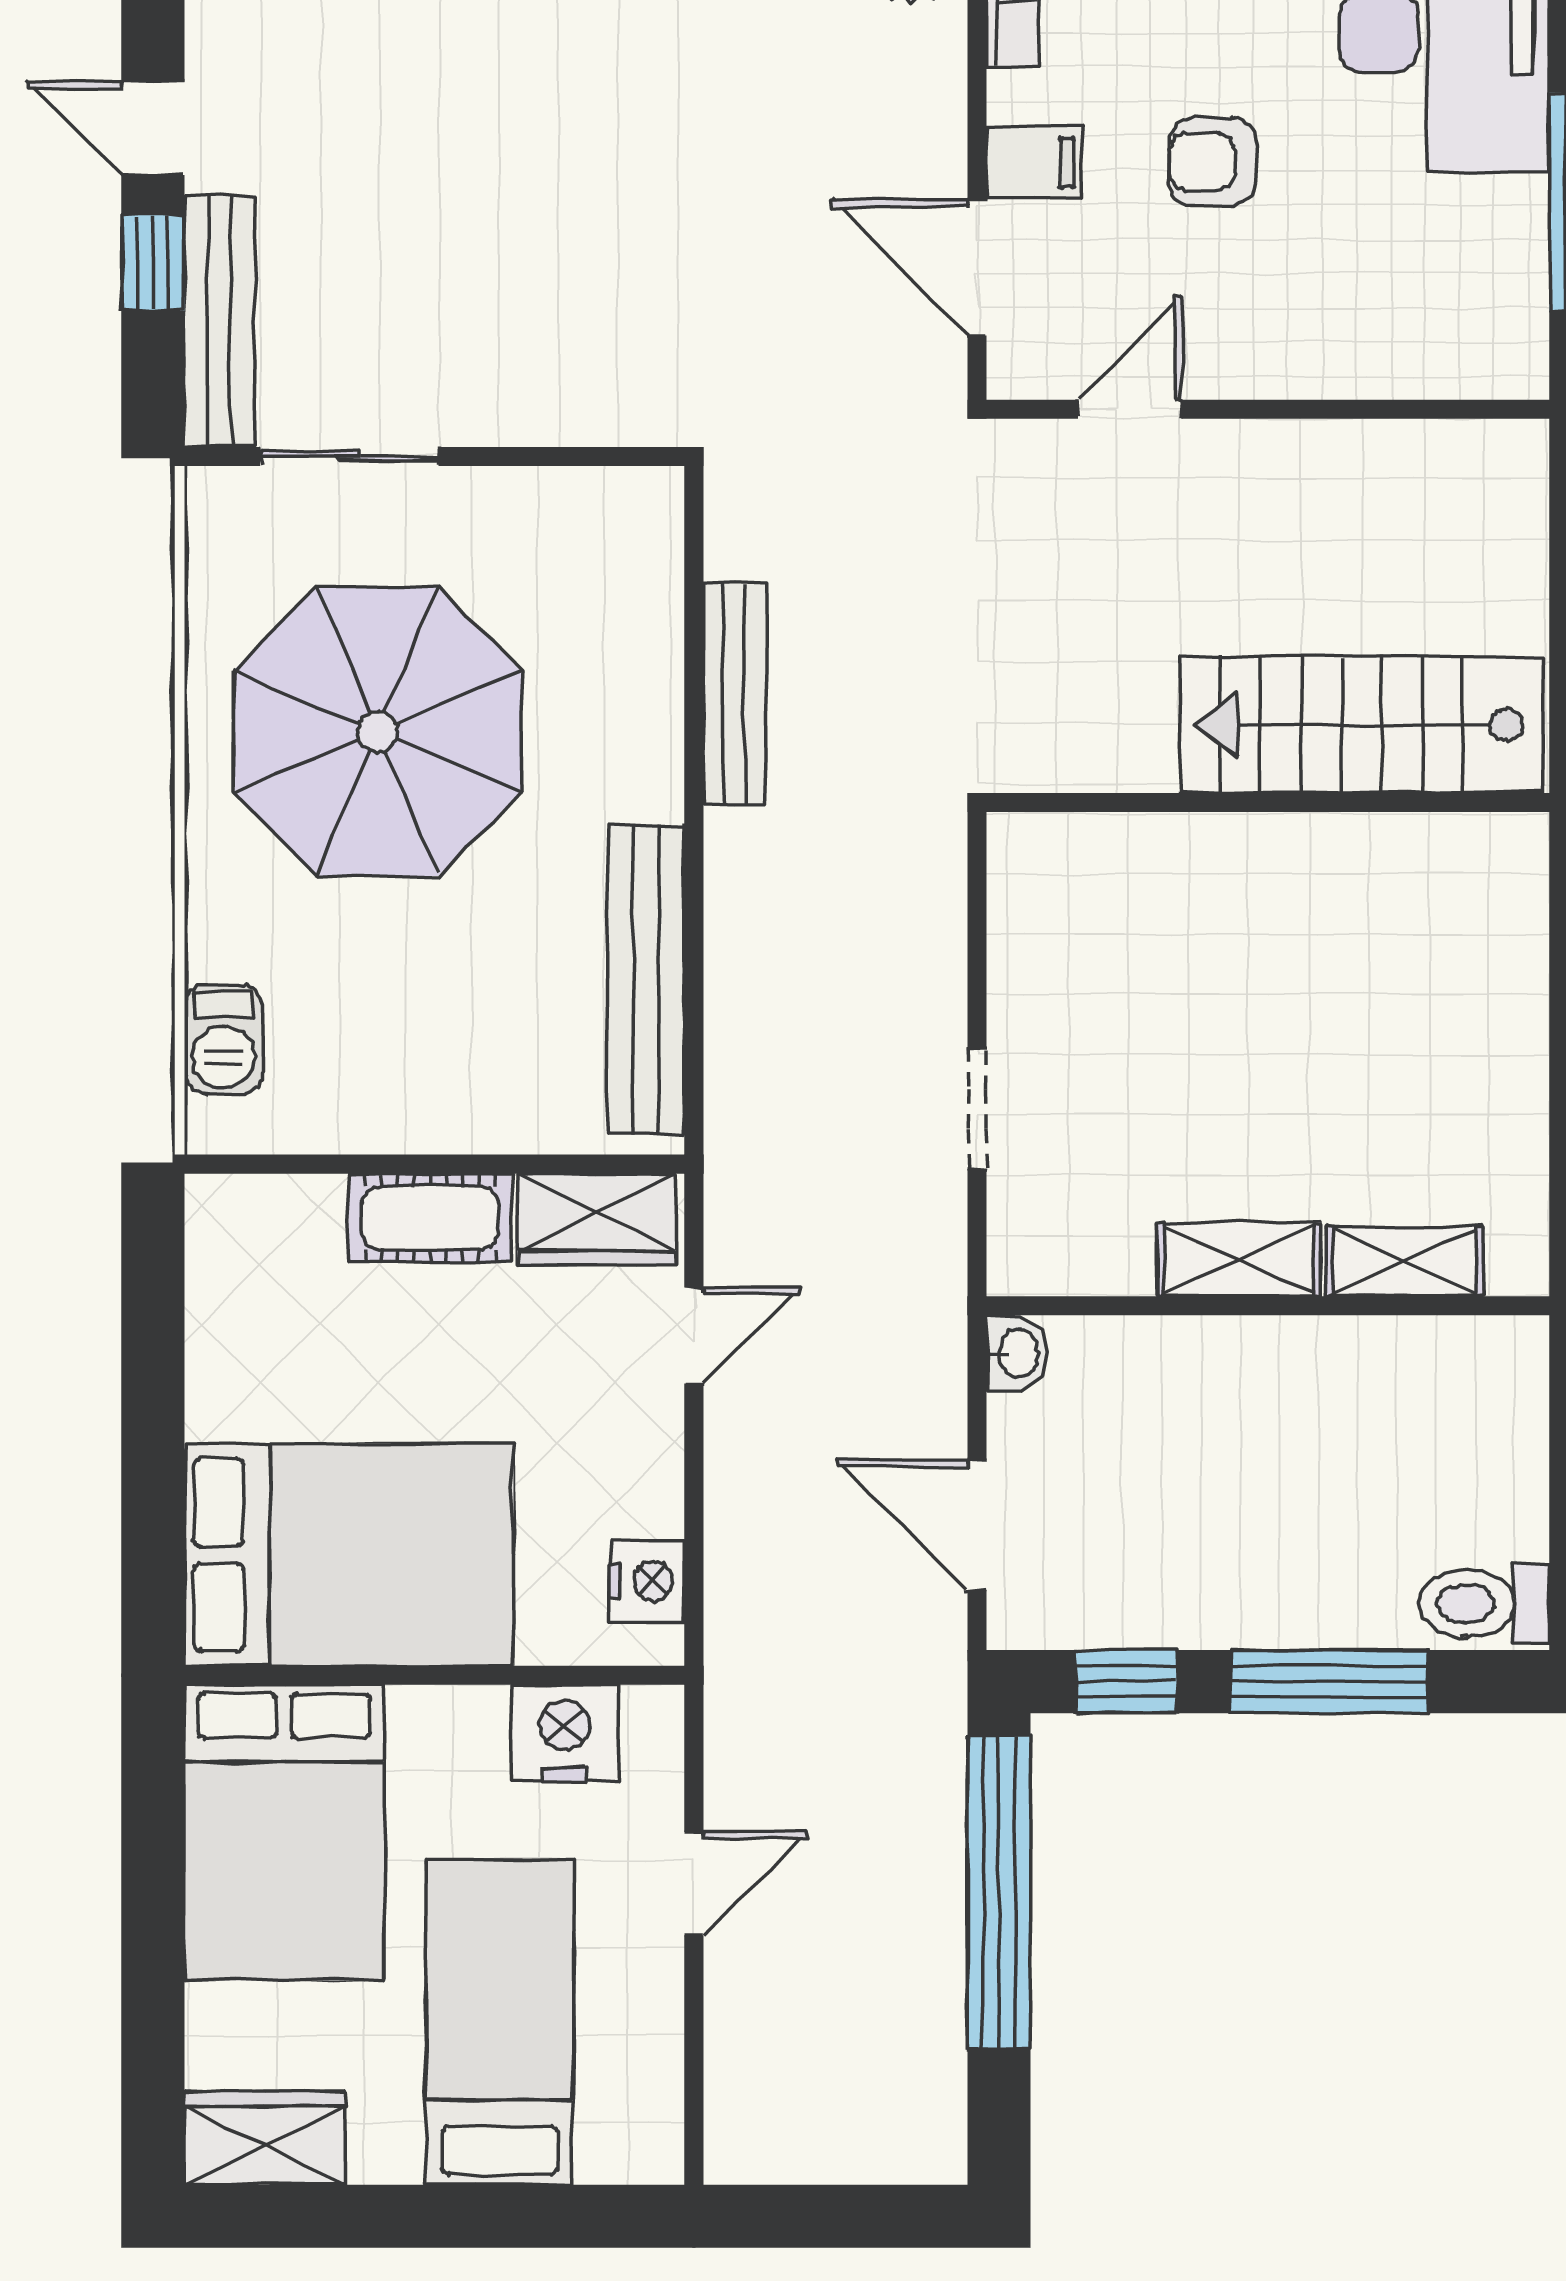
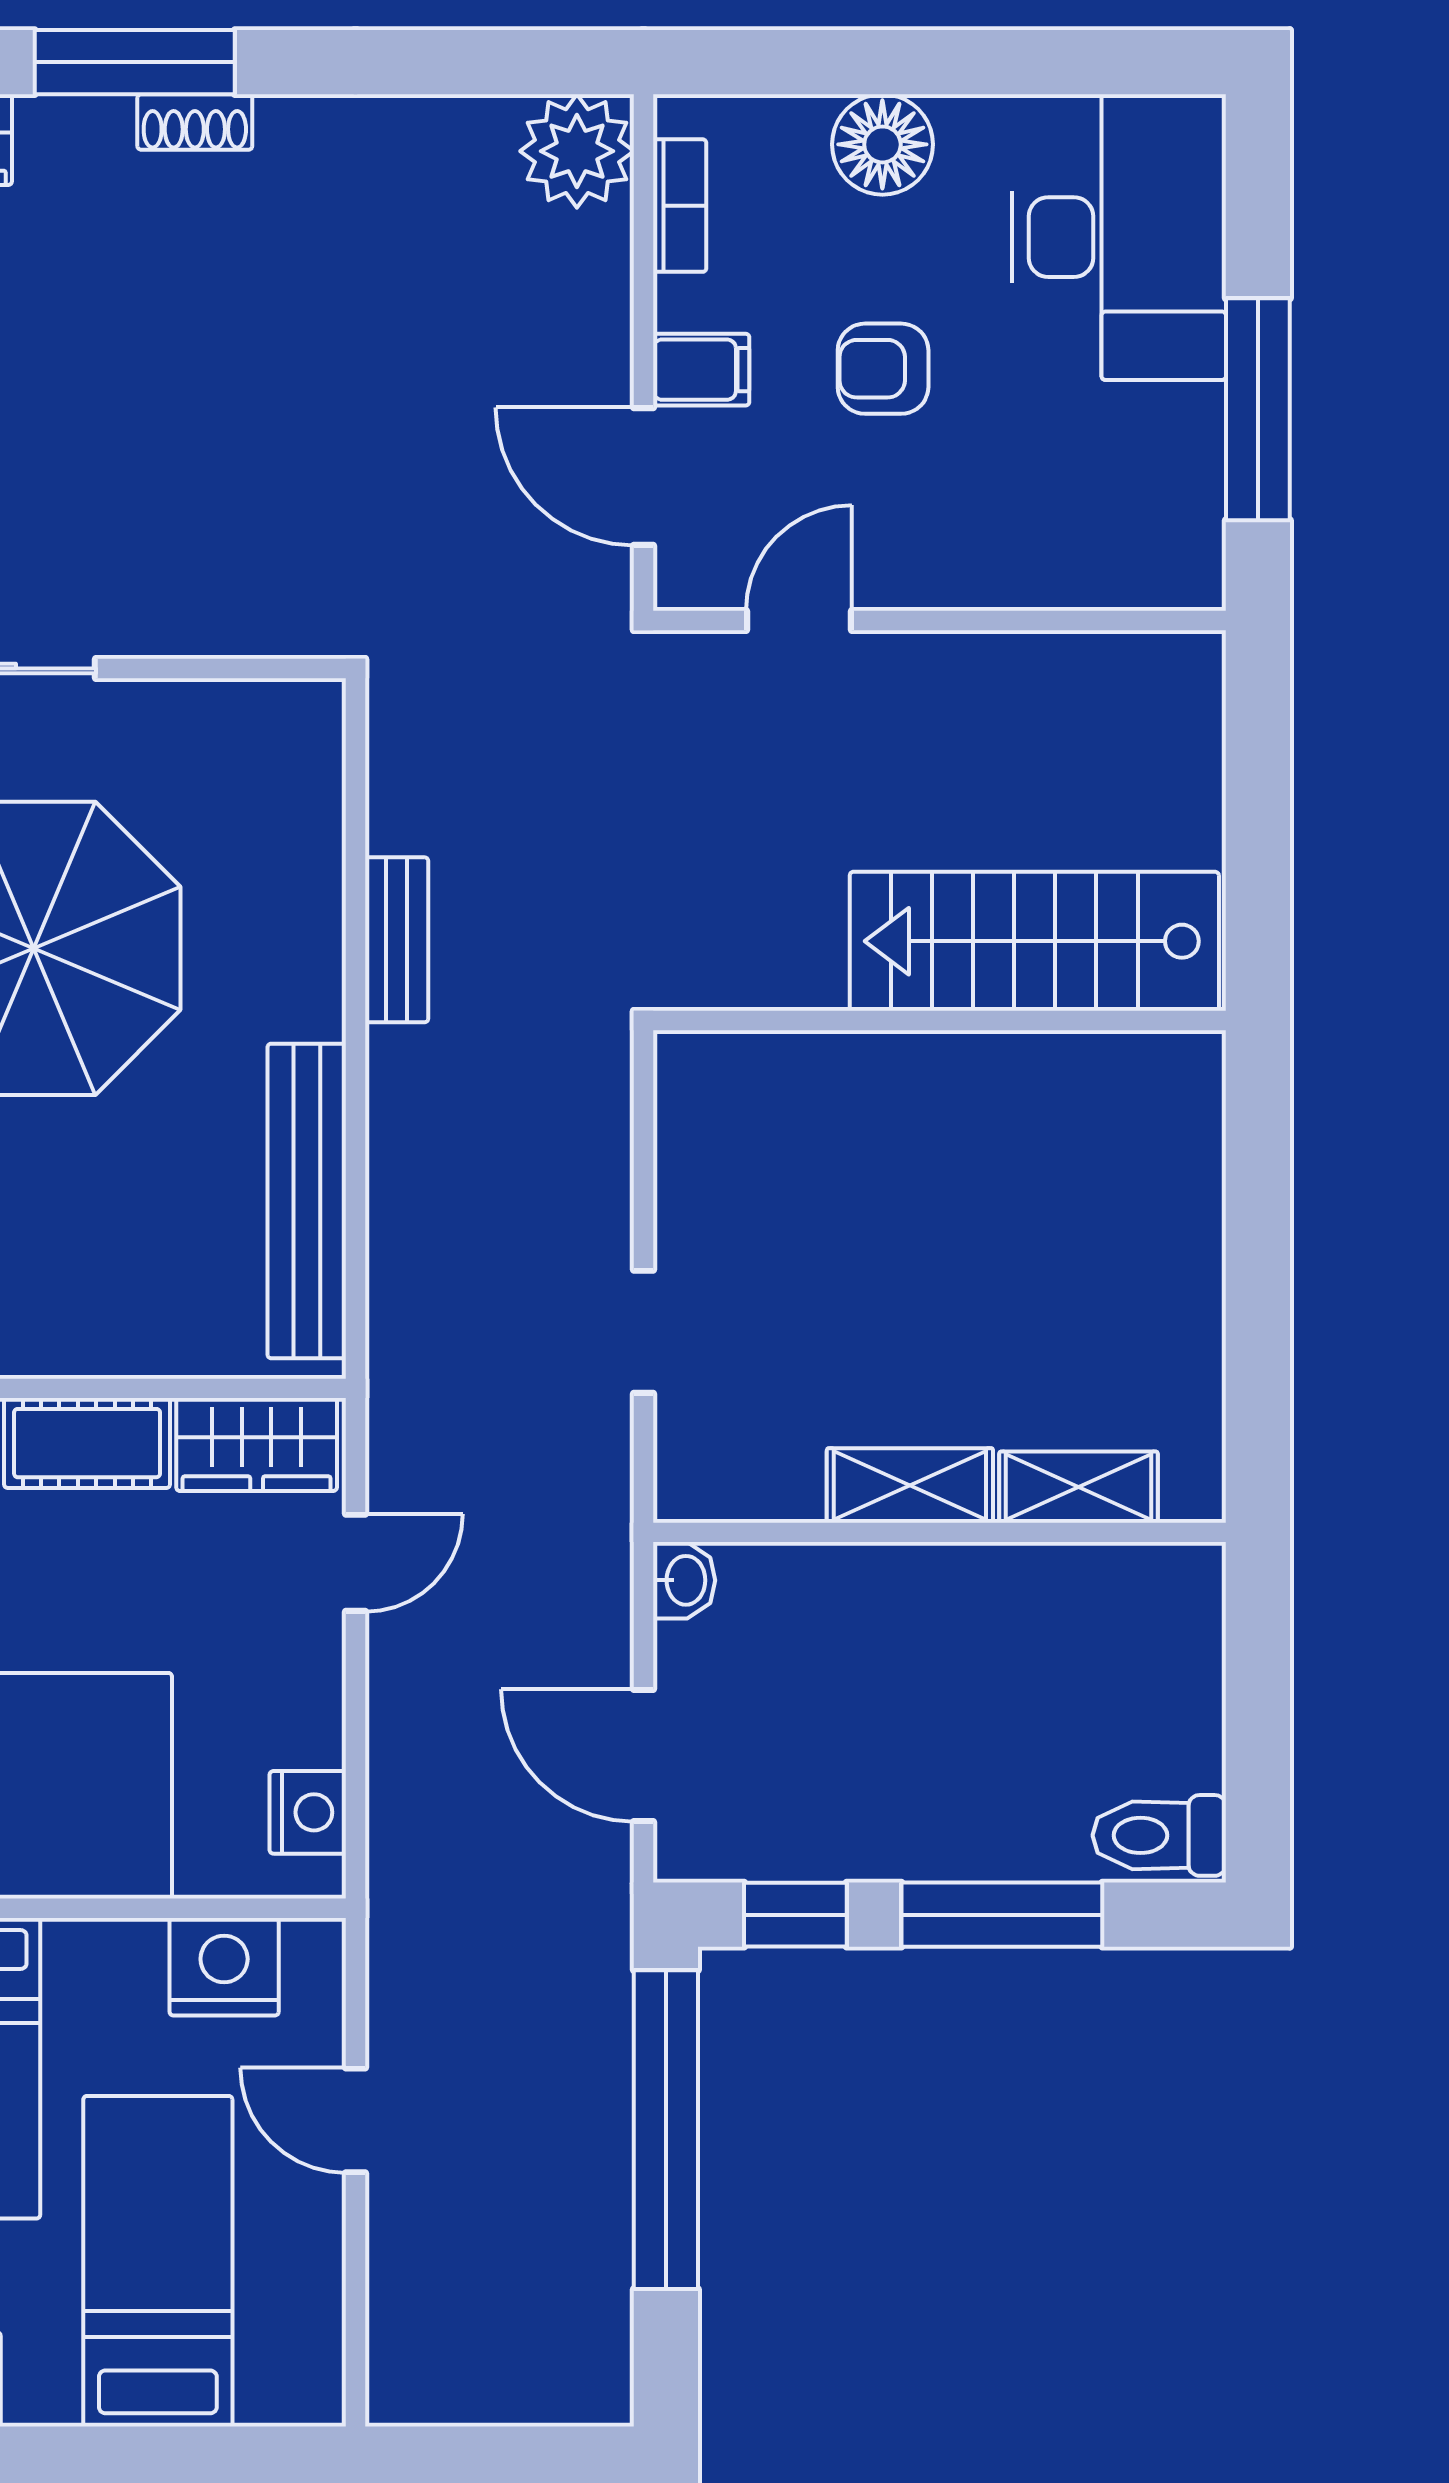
bench: (734, 694) -> (397, 940), width x0.73
door: (694, 1884) -> (356, 2120), swing flipped

